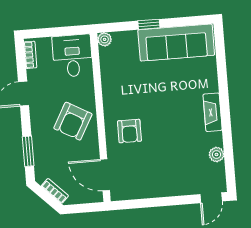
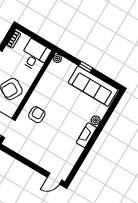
armchair: (129, 131) -> (37, 115), turned 180
plant: (216, 155) -> (96, 120), moved

